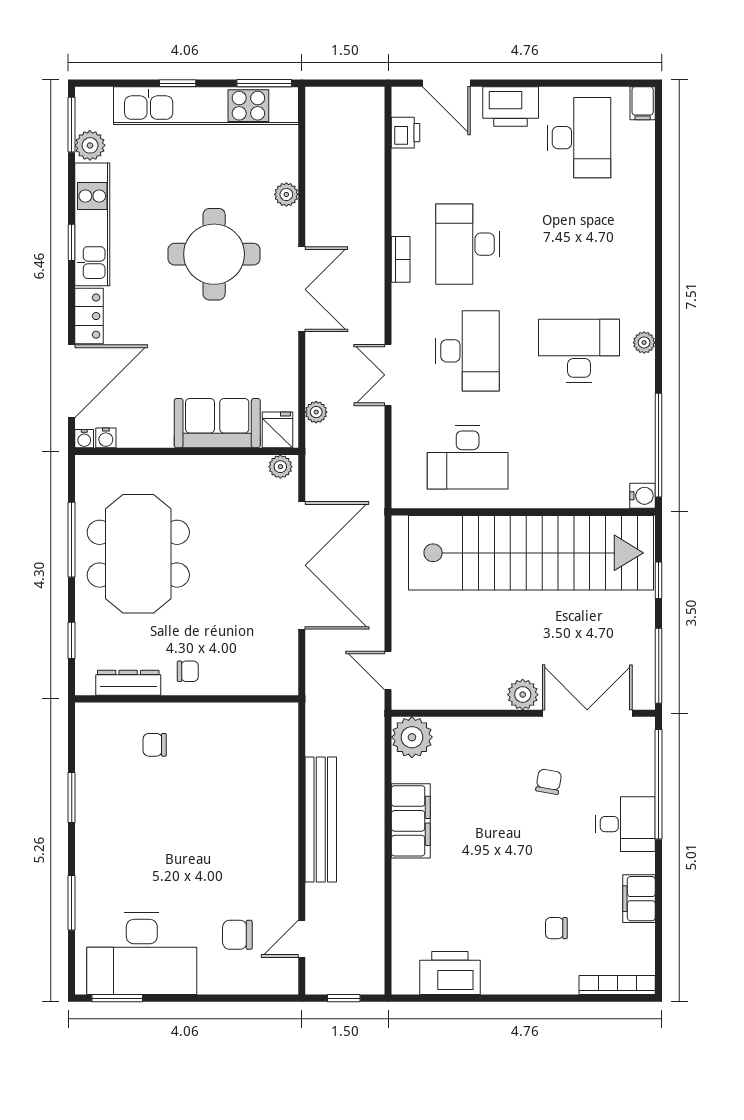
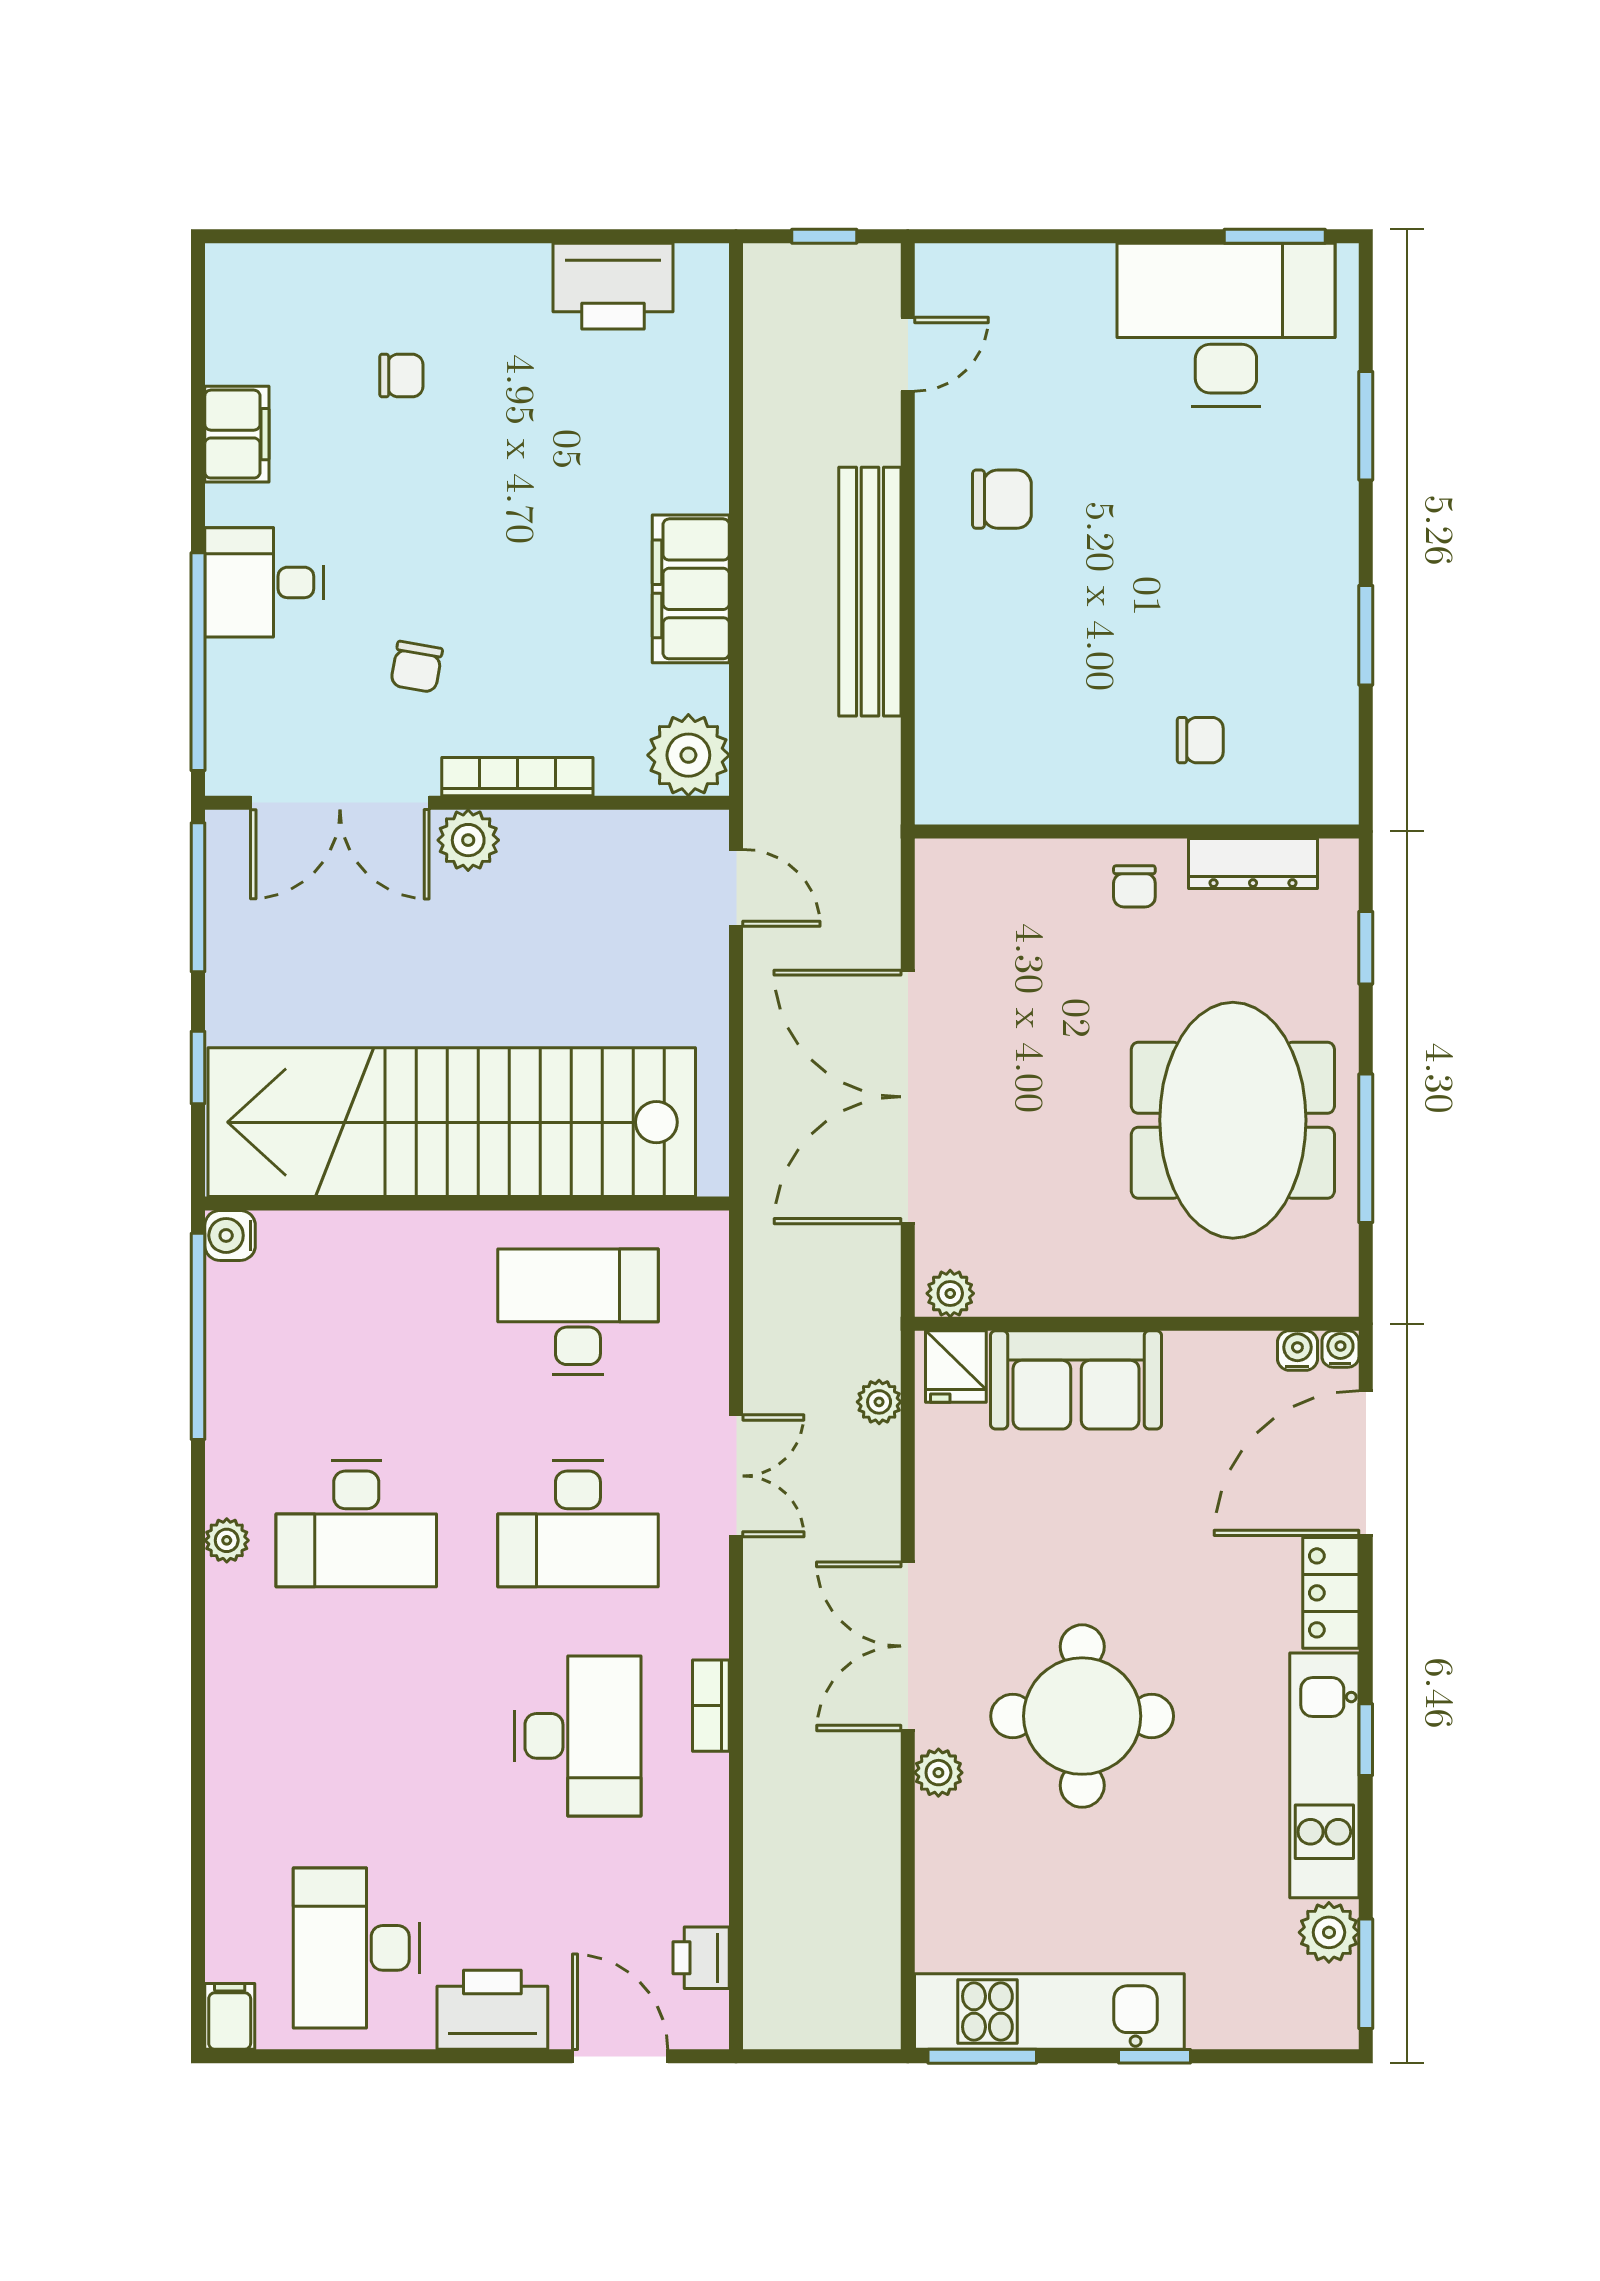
kitchen unit: (206, 106) -> (1049, 2011), width x0.73
plant: (286, 194) -> (938, 1773), moved
desk: (468, 351) -> (578, 1524), turned -90
chair: (188, 671) -> (1134, 886), turned -90
chair: (237, 935) -> (1002, 499), moved
bookcase: (617, 985) -> (517, 777), moved, turned 180

